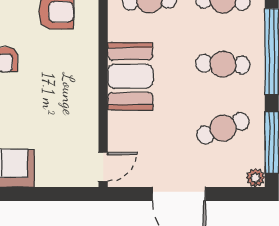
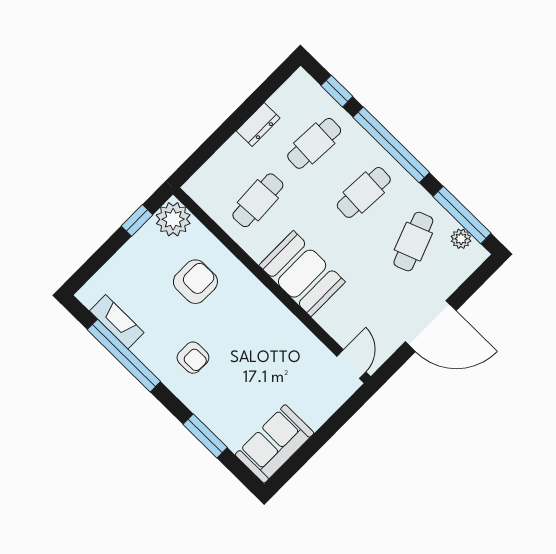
plant: (256, 178) -> (461, 239), moved

